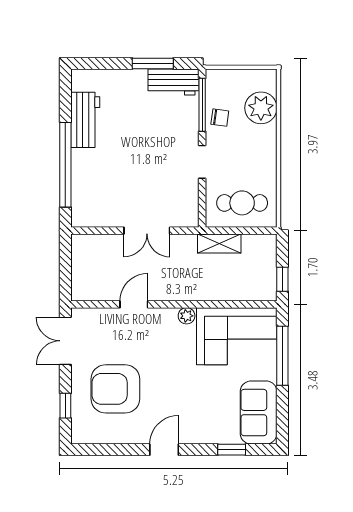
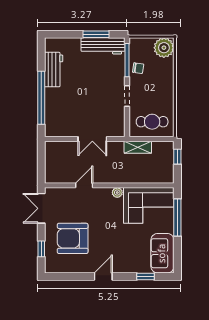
workbench: (173, 82) -> (103, 46), width x1.38
plant: (261, 108) -> (164, 48), moved
window: (282, 279) -> (177, 157), moved

